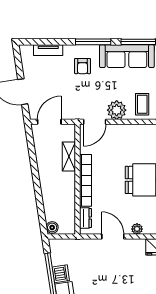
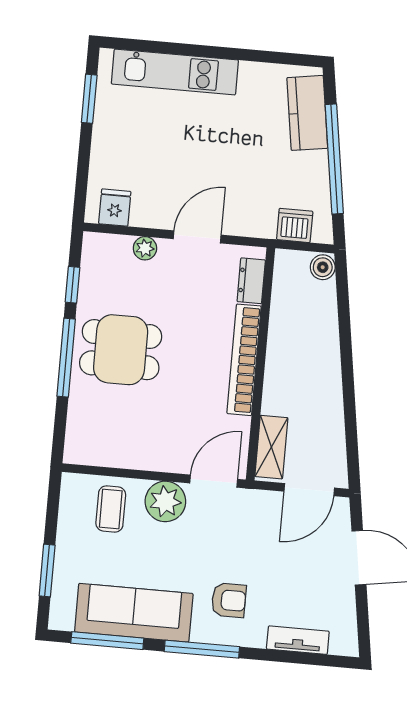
armchair: (83, 66) -> (229, 600), turned 90
shelving: (69, 156) -> (271, 447), moved
door: (113, 237) -> (197, 237), swing flipped
dishwasher: (61, 274) -> (295, 225), moved, turned 99

